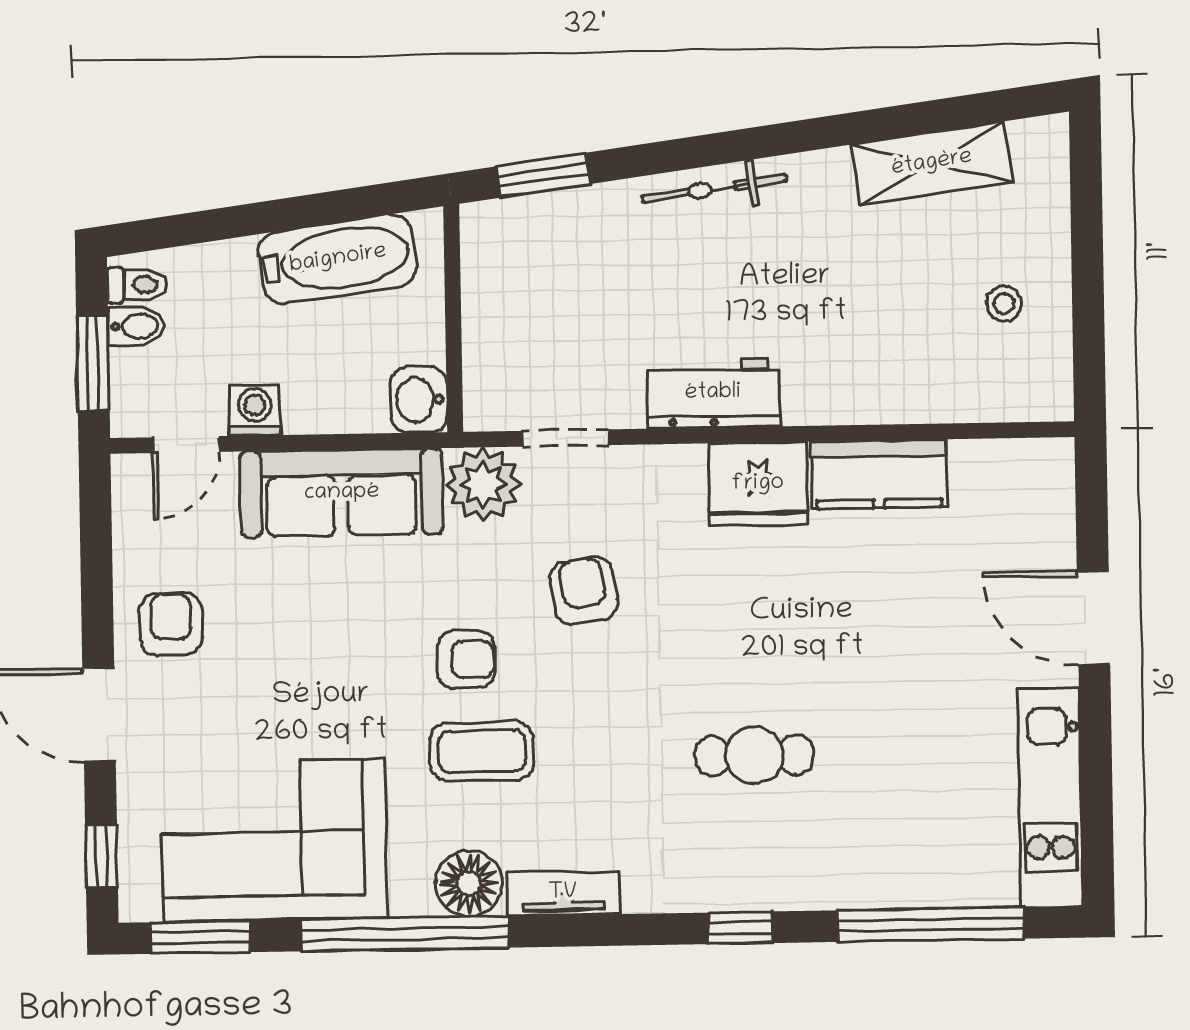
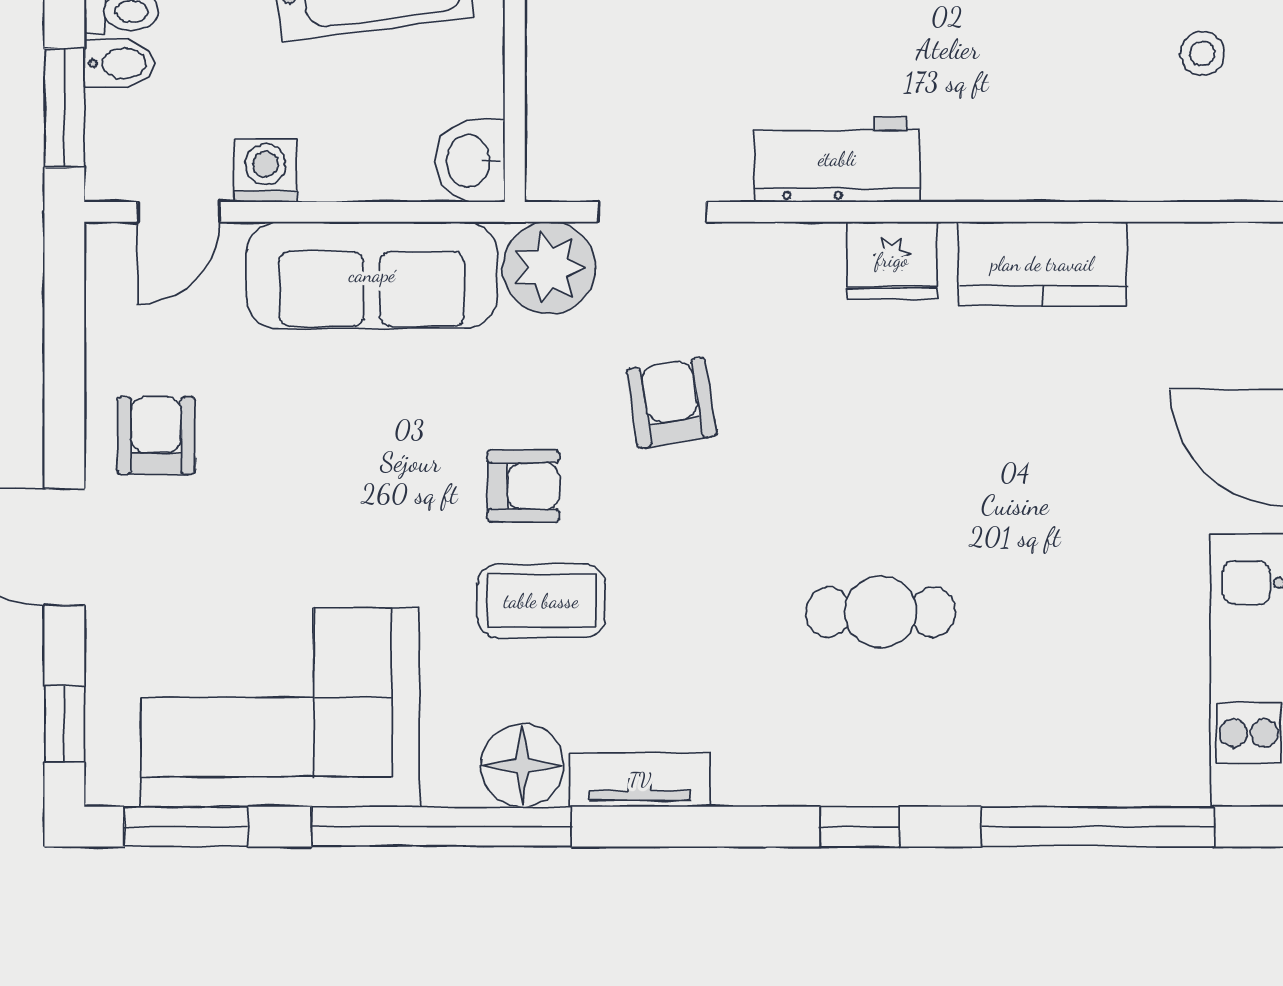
fridge: (758, 484) -> (892, 260), width x0.73, depth x0.75

